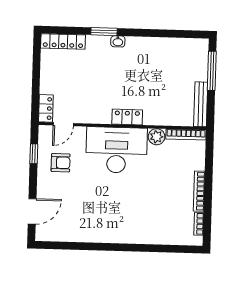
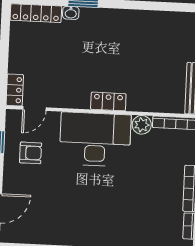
washbasin: (118, 41) -> (71, 13), moved

